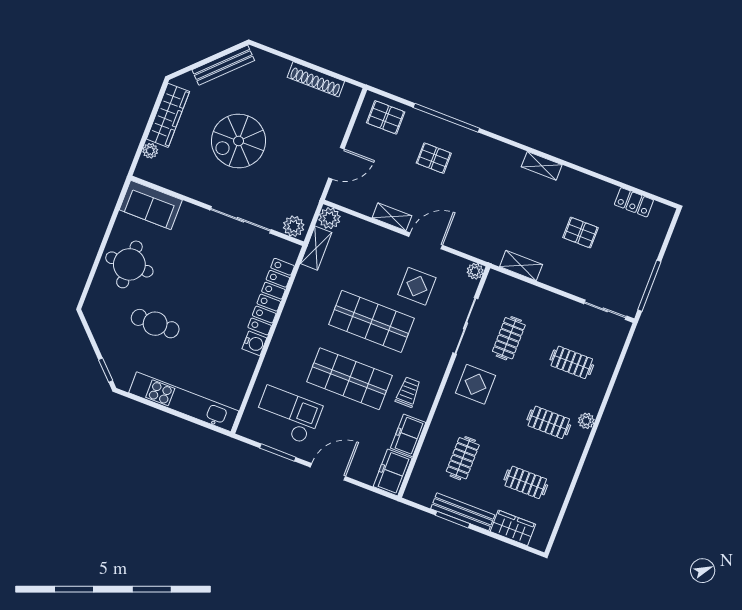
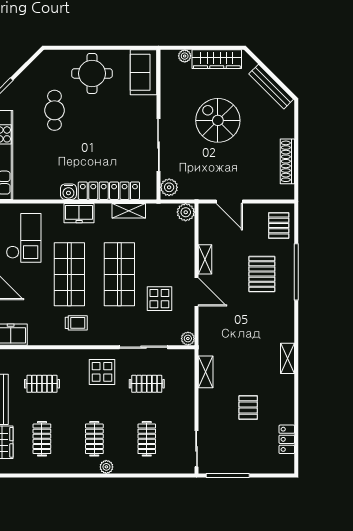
pallet: (434, 158) -> (262, 274), width x1.50, depth x1.42
shelving: (316, 248) -> (129, 211), moved
freezer: (408, 435) -> (79, 213), moved, turned 180

